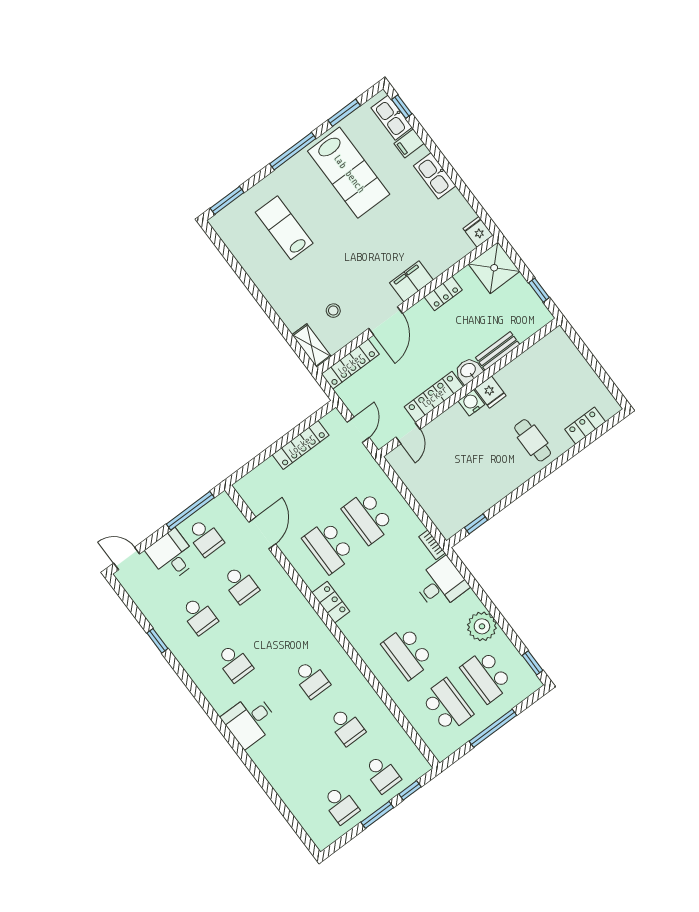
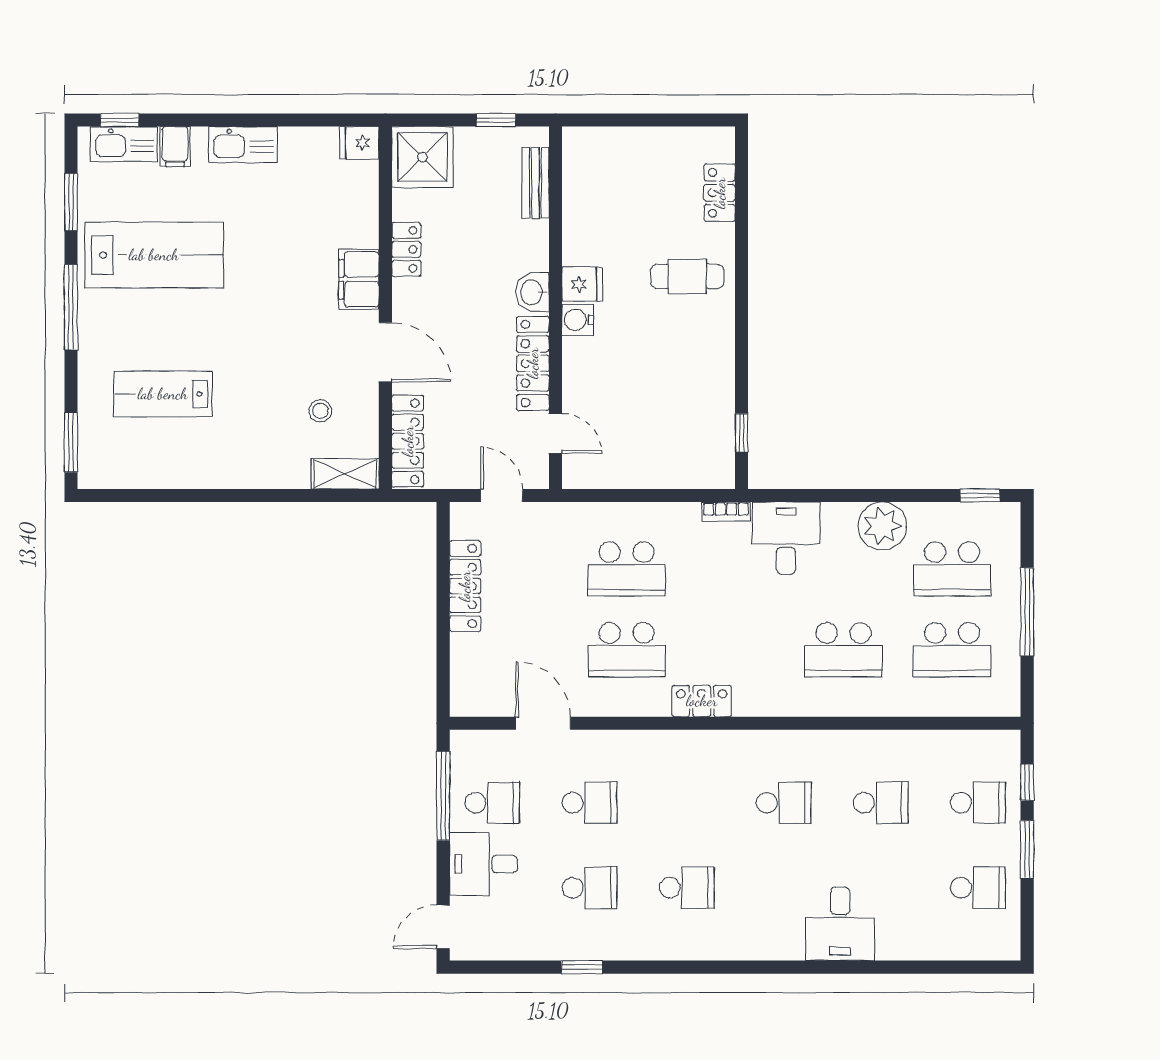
bench: (498, 351) -> (535, 183), moved
school desk: (447, 706) -> (952, 650), turned 180
desk: (250, 720) -> (840, 924), moved

